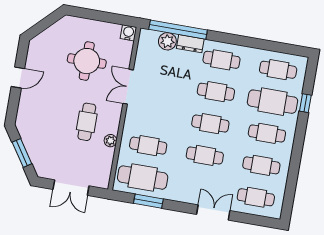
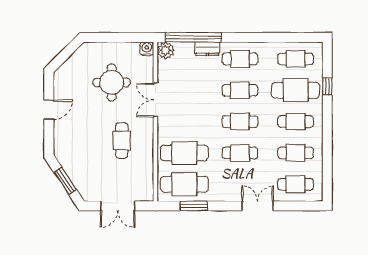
plant: (167, 41) -> (166, 50), moved
plant: (110, 141) -> (148, 154), removed
cafe table: (148, 146) -> (184, 153), width x1.37, depth x1.35

